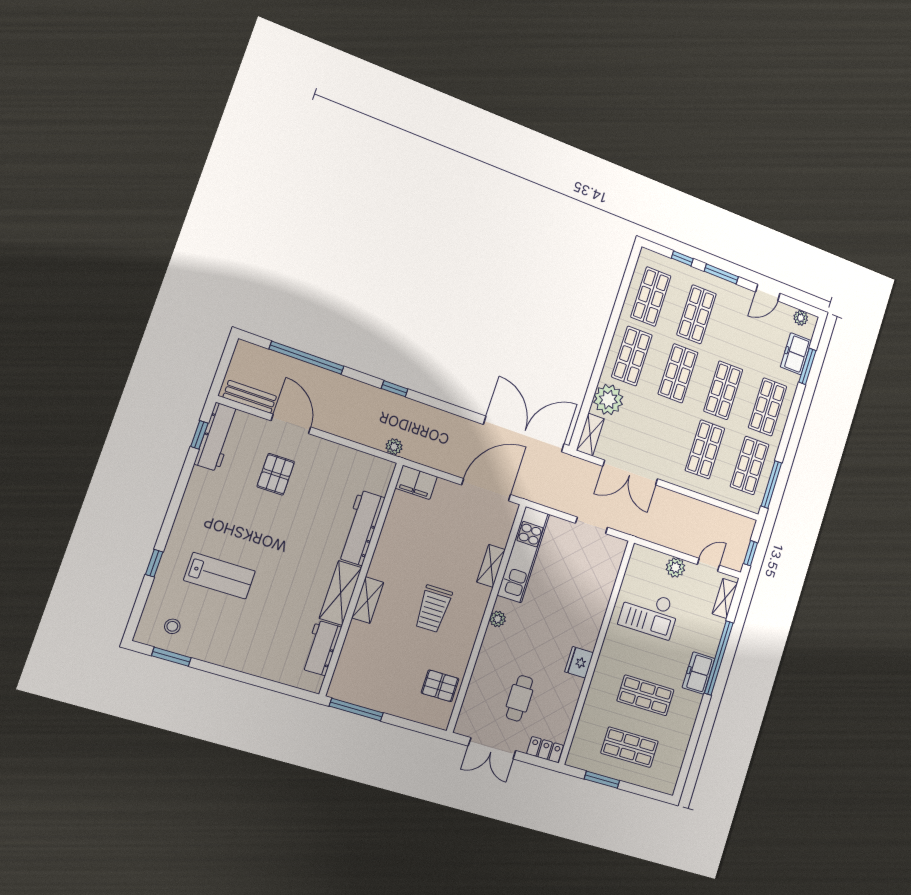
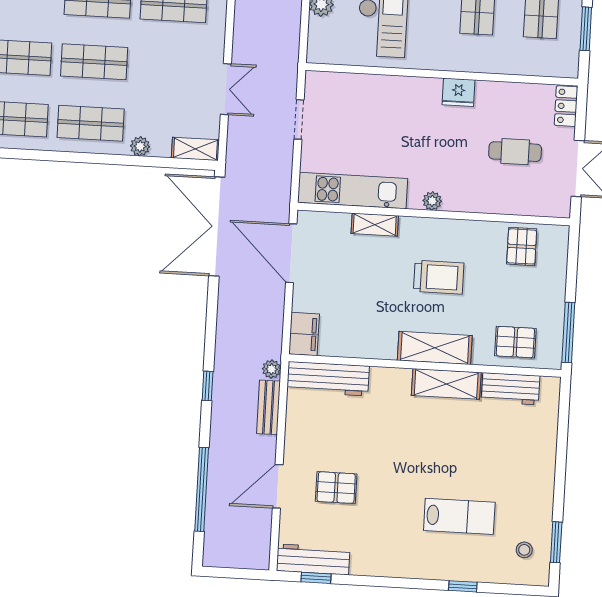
bench: (250, 397) -> (268, 407), moved
plant: (608, 400) -> (140, 146), width x0.53, depth x0.53
double door: (630, 473) -> (226, 89), width x0.73
workbench: (361, 528) -> (328, 379), moved
lab bench: (220, 576) -> (459, 516), turned 90
shelving: (368, 600) -> (435, 348), width x1.50, depth x1.33
pallet: (360, 662) -> (515, 342), added

